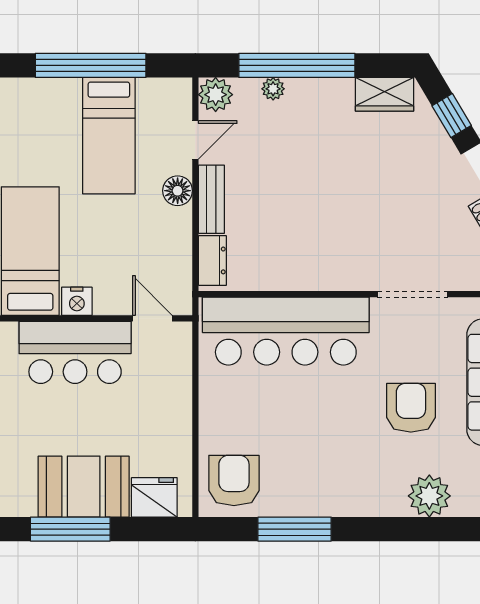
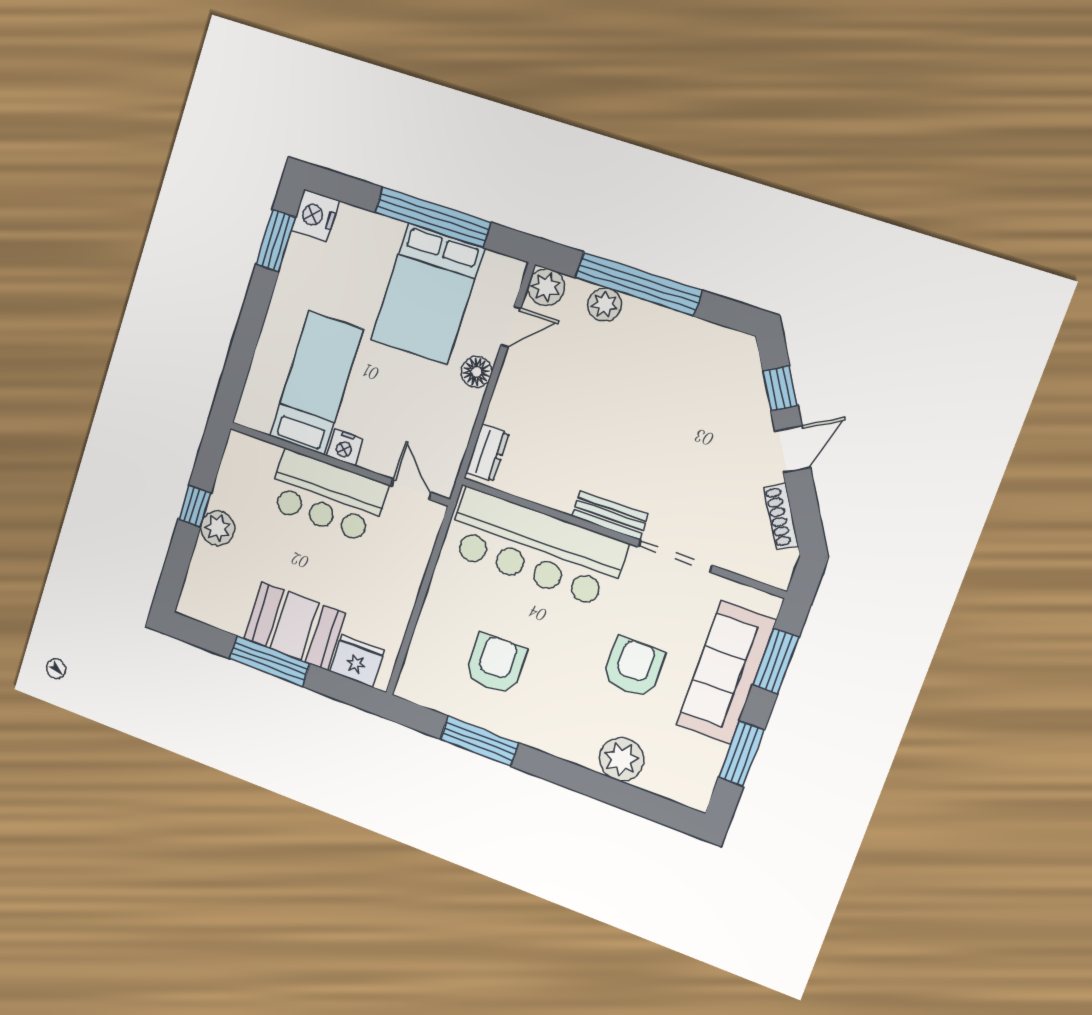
plant: (273, 89) -> (605, 305), width x1.38, depth x1.38
wardrobe: (385, 94) -> (718, 343), removed
bed: (109, 136) -> (428, 294), width x1.50
bench: (211, 199) -> (610, 515), moved, turned 90
armchair: (234, 481) -> (496, 664), moved

